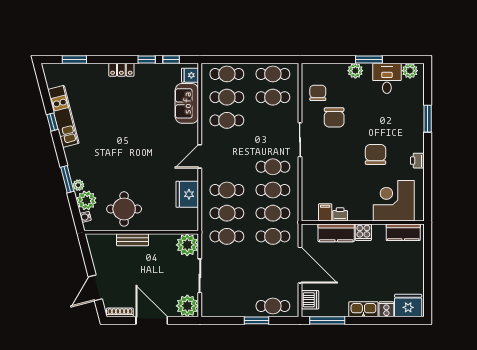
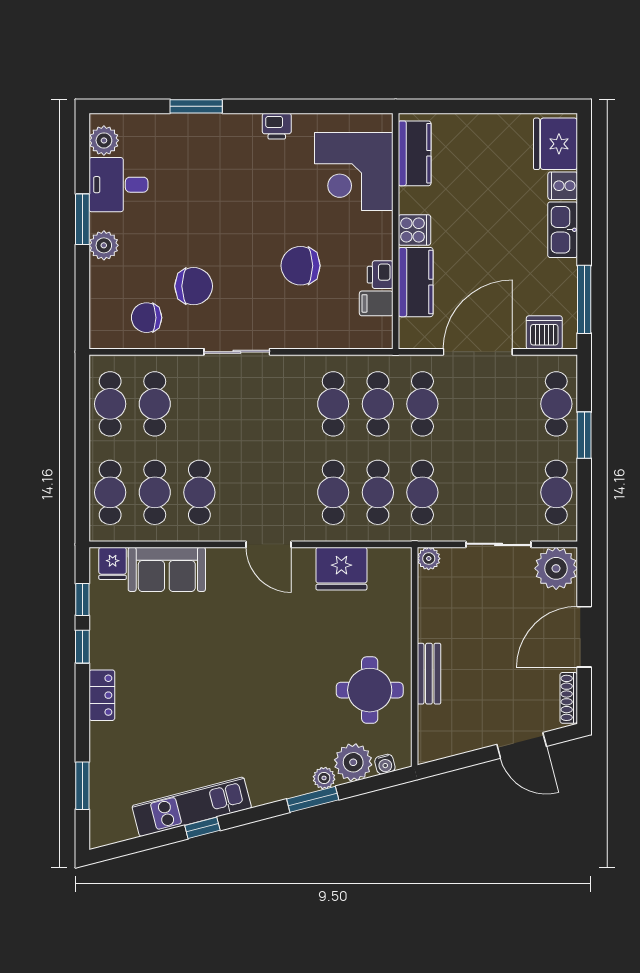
chair: (376, 154) -> (301, 266), moved
cafe table: (273, 167) -> (556, 492), moved
plant: (187, 245) -> (429, 559), width x0.53, depth x0.53

